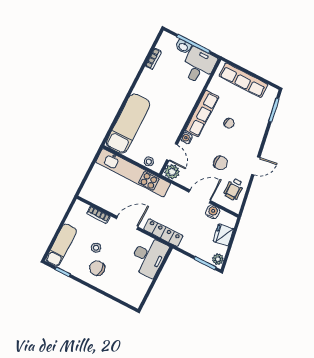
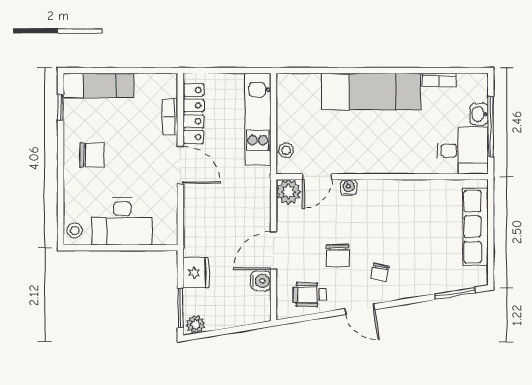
row of seats: (202, 114) -> (396, 192), removed
chair: (229, 123) -> (380, 272), moved
exam couch: (128, 124) -> (371, 92), moved
kitchen unit: (133, 173) -> (258, 119), width x0.73
door: (200, 196) -> (273, 251), swing flipped
locker: (163, 233) -> (193, 113), moved
fridge: (223, 235) -> (196, 273), moved, turned 99
stool: (96, 248) -> (75, 230), moved
desk: (149, 257) -> (122, 221), moved
chair: (97, 268) -> (92, 155), turned 90

